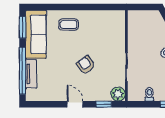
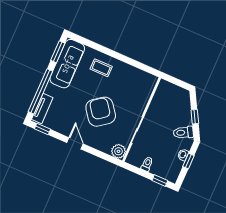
armchair: (86, 65) -> (101, 112), width x1.88, depth x1.88
tv unit: (31, 74) -> (42, 108), moved
window: (104, 104) -> (42, 129), moved

